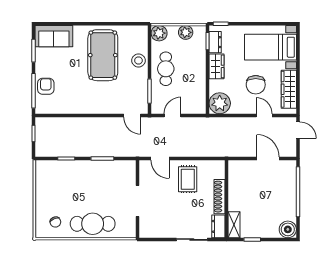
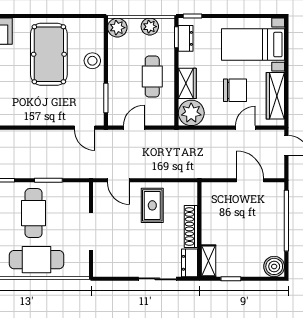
wardrobe: (216, 66) -> (187, 83), moved
cafe table: (166, 69) -> (152, 77), moved
chair: (256, 85) -> (235, 90), turned -90
door: (264, 115) -> (245, 128), hinge flipped
cafe table: (90, 186) -> (34, 213), added

